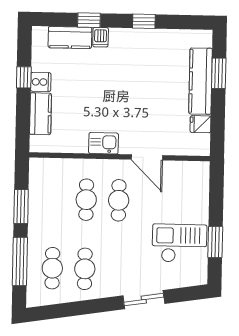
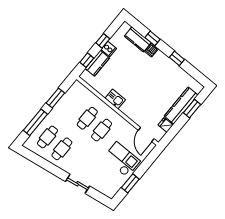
window: (23, 121) -> (87, 60), added
door: (147, 157) -> (146, 135), moved
checkout: (179, 243) -> (122, 159), moved

